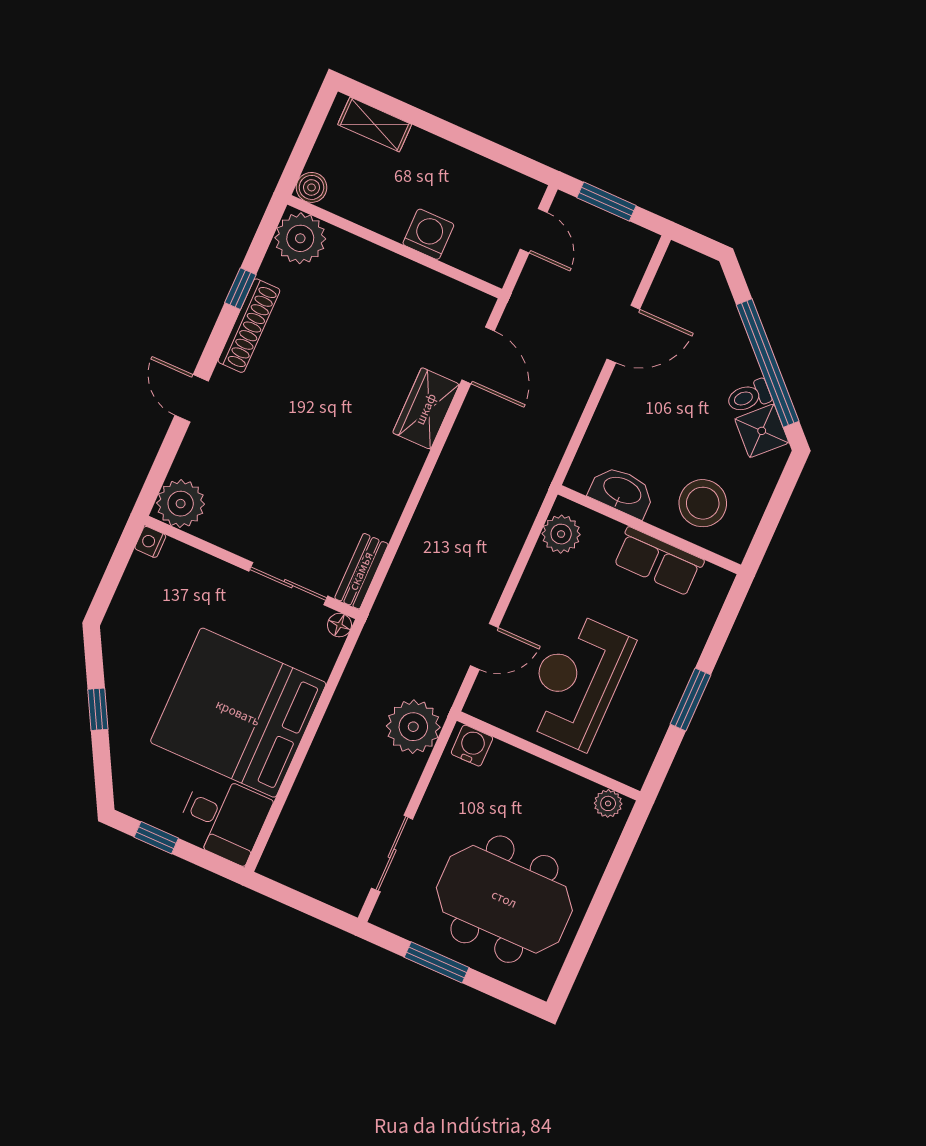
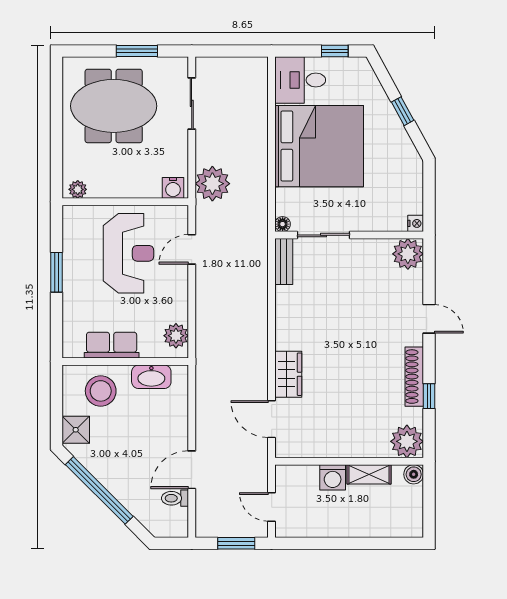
shelving: (375, 124) -> (369, 474), moved
toilet: (749, 396) -> (175, 498), moved, turned -135
shower: (762, 431) -> (76, 430), moved, turned 45

